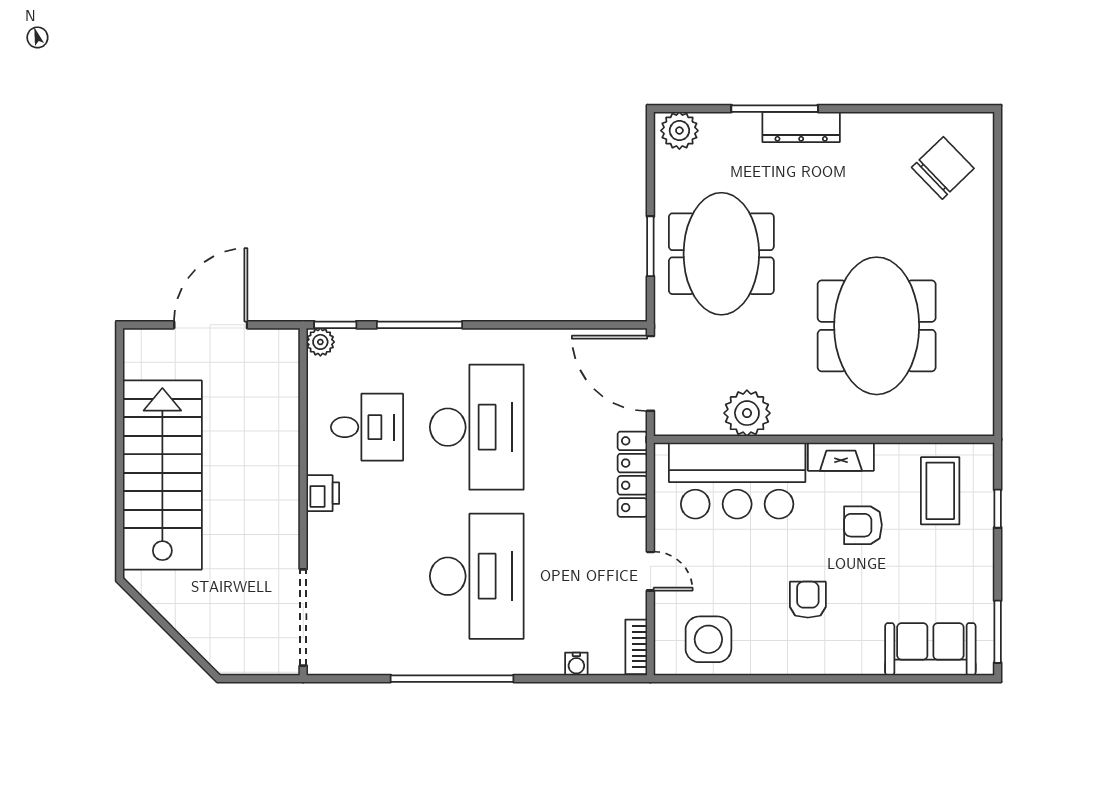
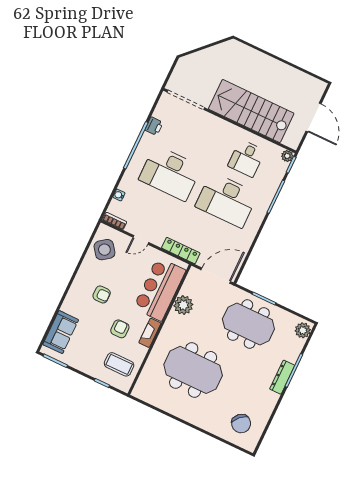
stairs: (162, 475) -> (251, 111), moved, turned 180
printer: (323, 493) -> (154, 126), moved, turned -90
side table: (708, 639) -> (104, 250), turned -37

